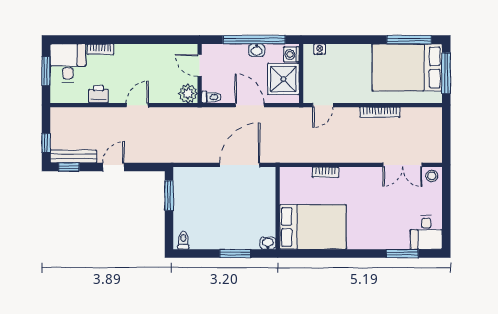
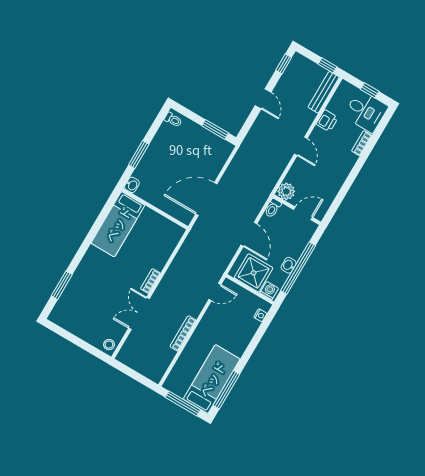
bed: (407, 67) -> (212, 379), width x0.67
window: (46, 71) -> (370, 90), width x0.67
door: (250, 105) -> (249, 234), hinge flipped
door: (323, 105) -> (215, 292), swing flipped
window: (46, 143) -> (327, 65), moved
bench: (73, 156) -> (324, 92), moved
door: (240, 165) -> (206, 199), swing flipped
double door: (402, 165) -> (139, 313), moved
bookcase: (325, 172) -> (150, 281), moved
bed: (313, 227) -> (118, 224), width x0.67
desk: (426, 232) -> (67, 314), removed

